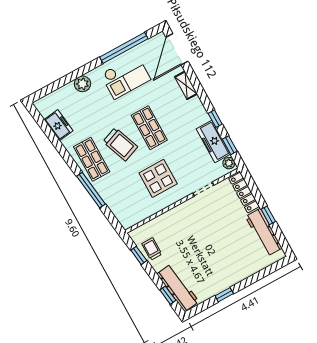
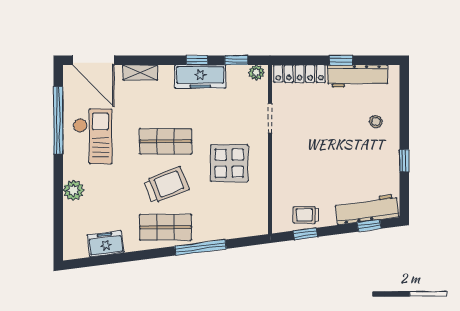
freezer: (213, 141) -> (200, 77), moved
stool: (240, 261) -> (376, 122), added

